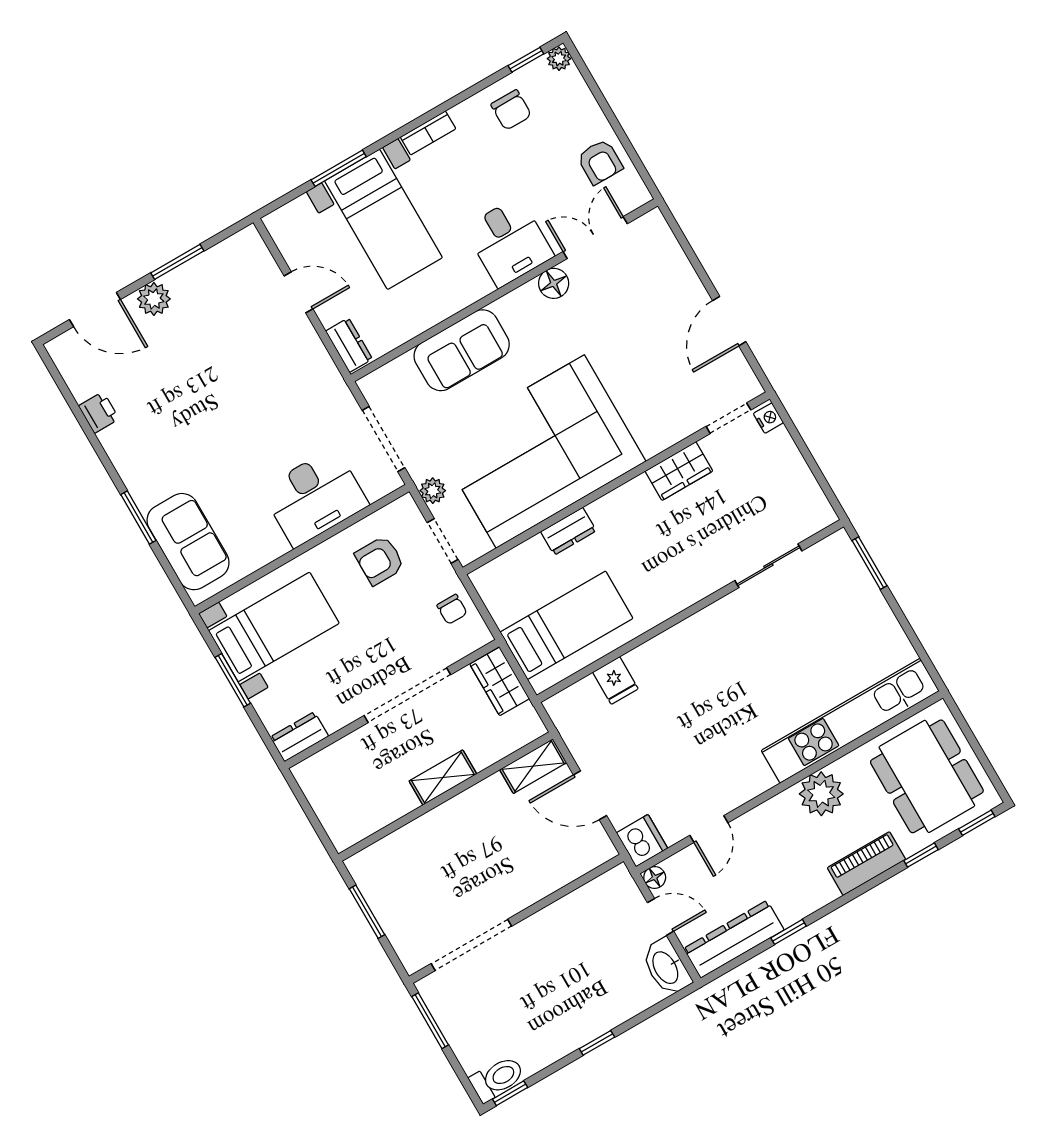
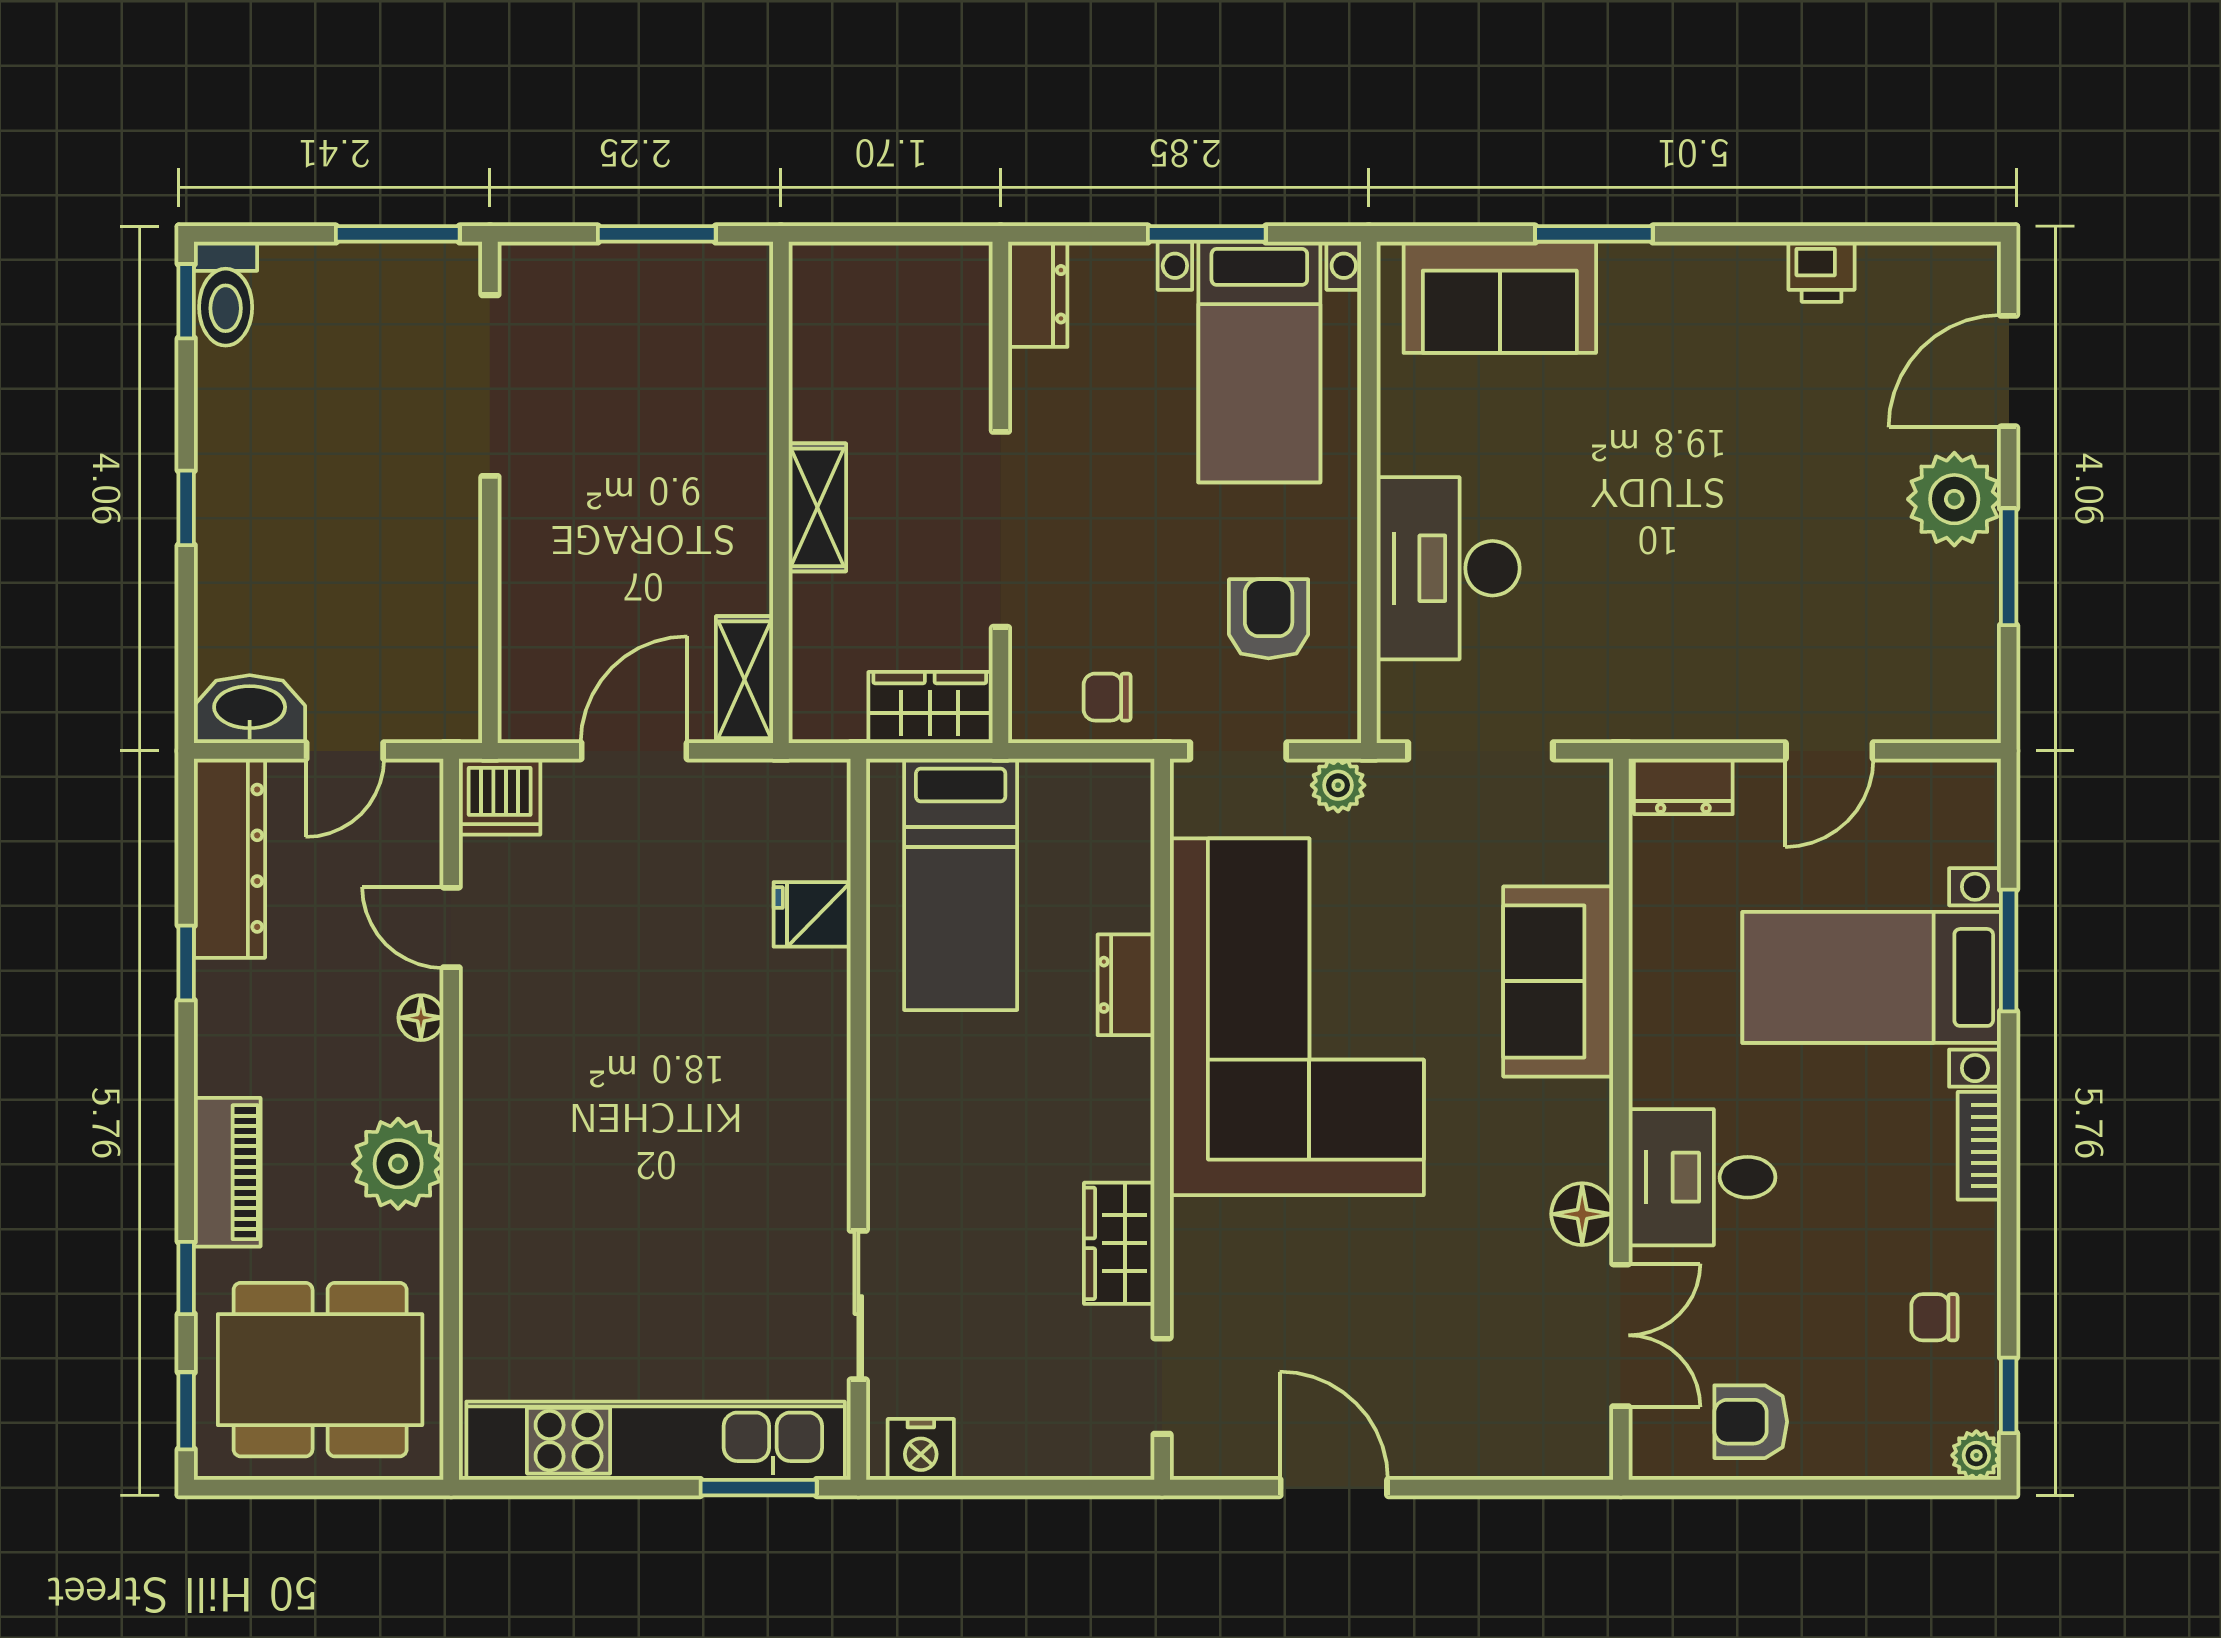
chair: (511, 110) -> (1934, 1317), width x0.73, depth x0.73
plant: (154, 299) -> (1954, 499), width x1.36, depth x1.36
nightstand: (768, 418) -> (921, 1449), moved, width x1.39, depth x1.35
kitchen unit: (850, 721) -> (656, 1441), moved, turned -90
floor lamp: (655, 877) -> (421, 1018), moved

